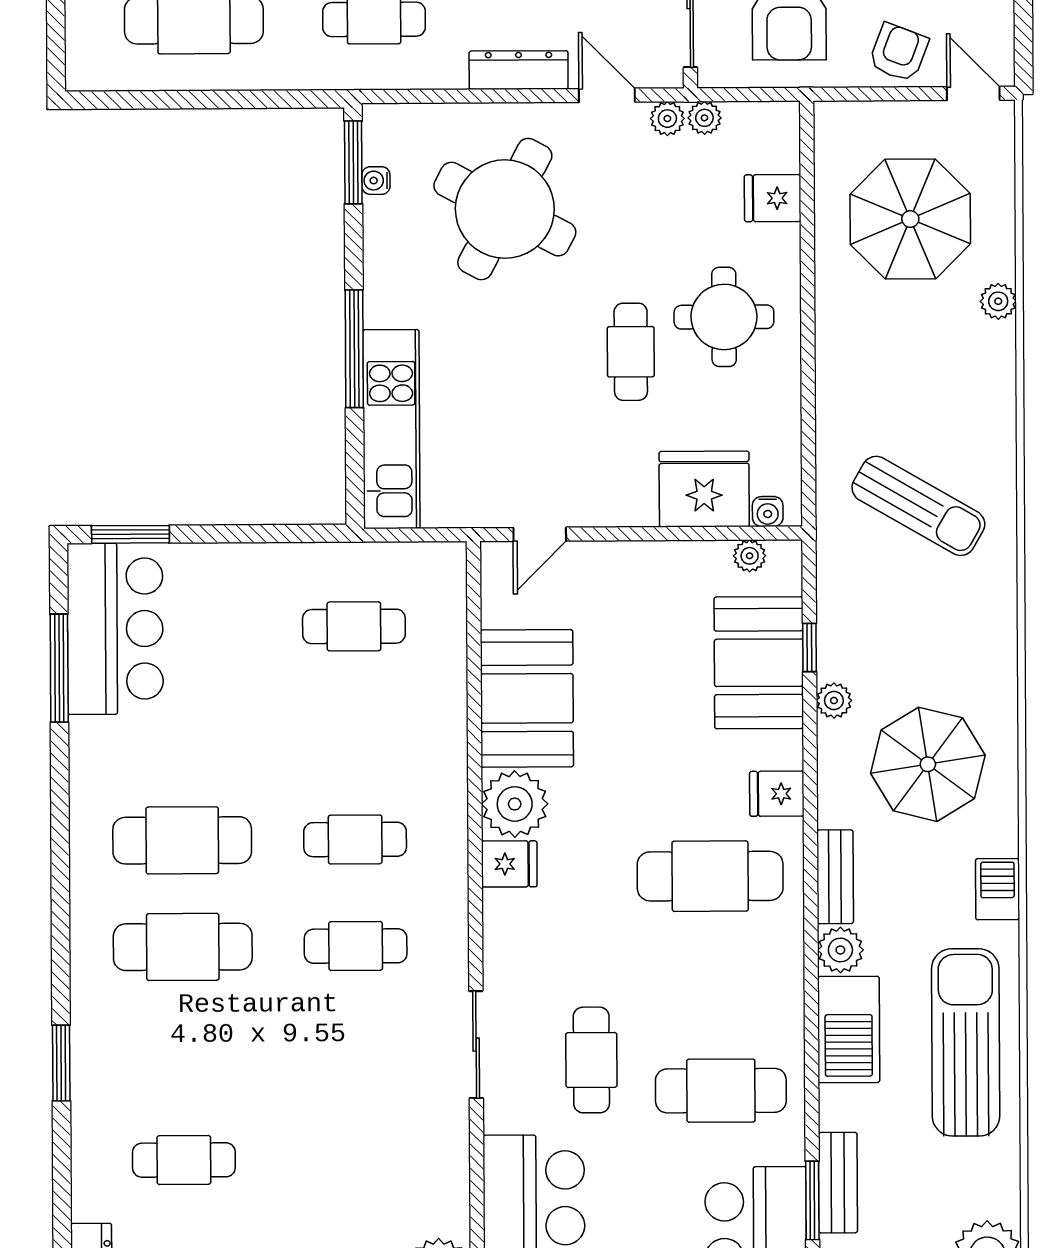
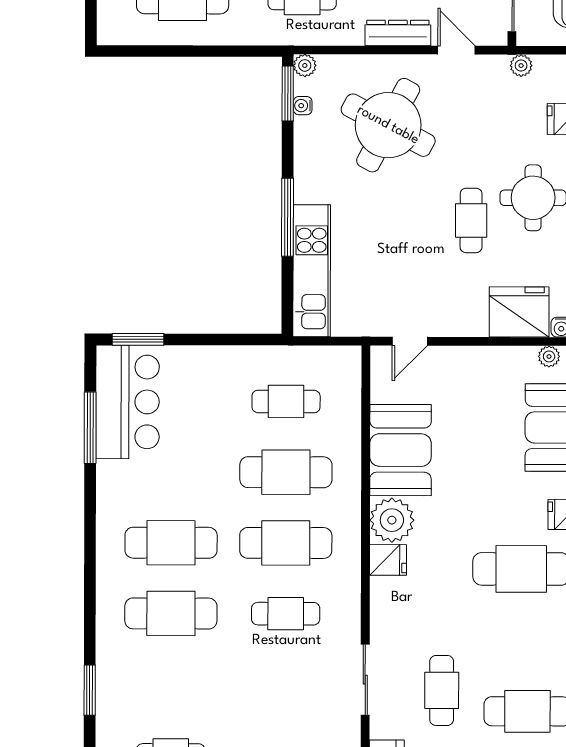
plant: (667, 119) -> (305, 65), moved
cafe table: (354, 733) -> (286, 472), added
cafe table: (355, 839) -> (286, 543), width x1.37, depth x1.35

